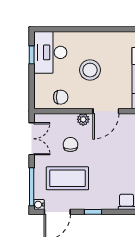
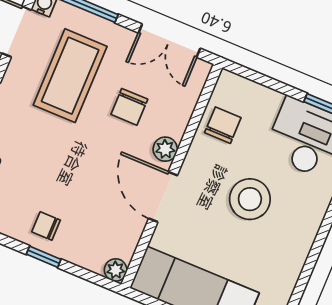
chair: (61, 97) -> (223, 125), turned 180
chair: (70, 144) -> (129, 107), turned 90

